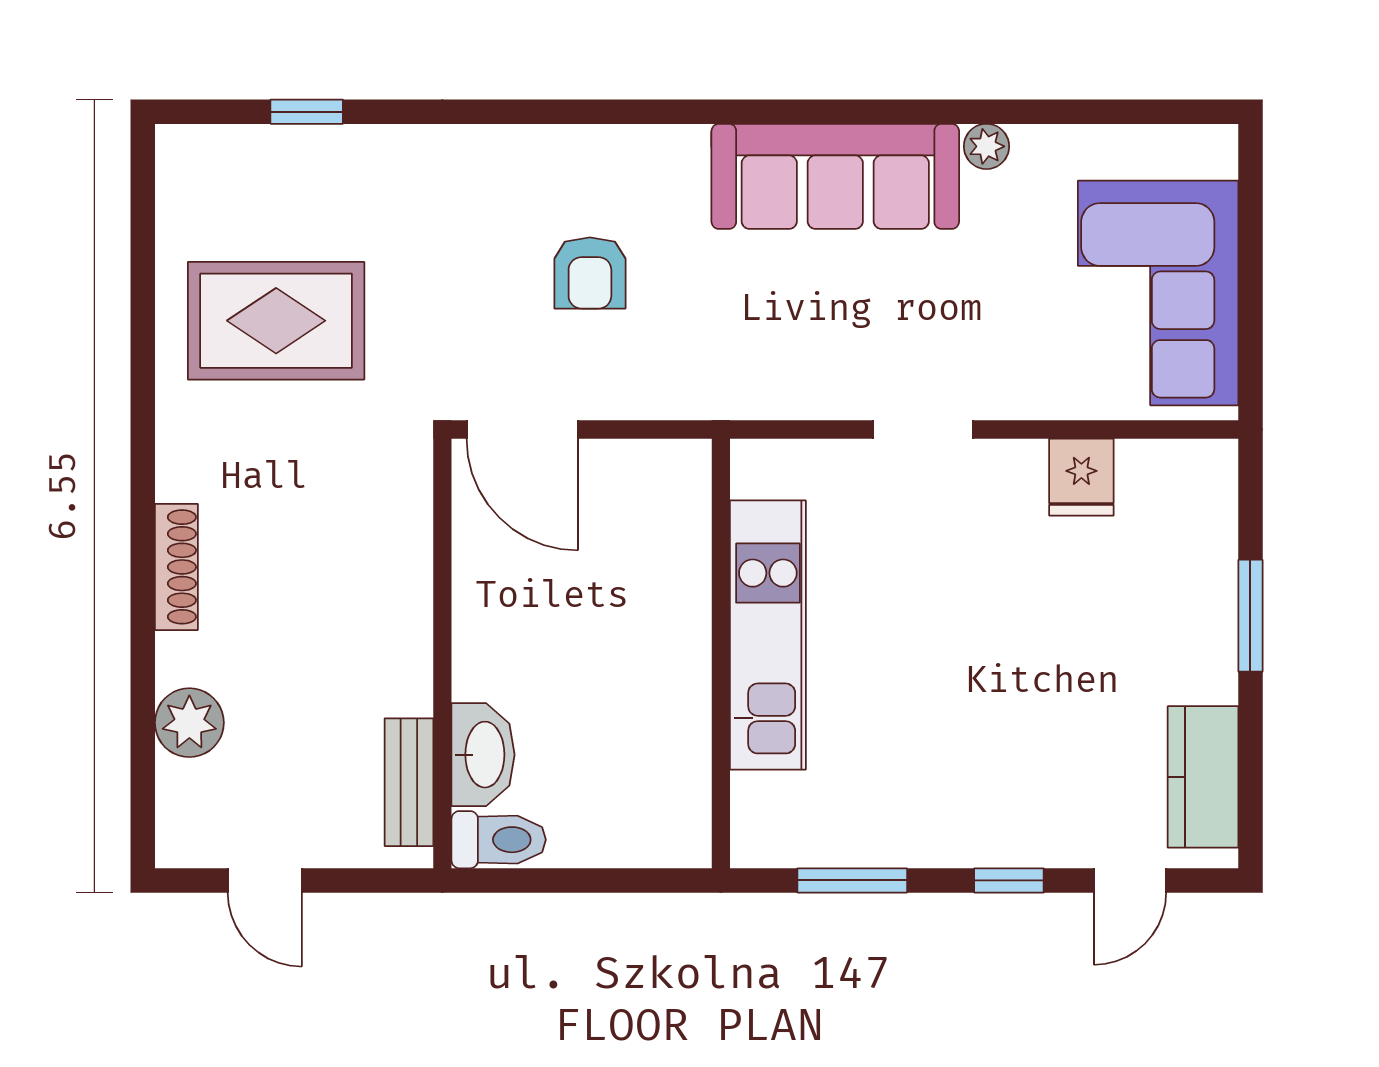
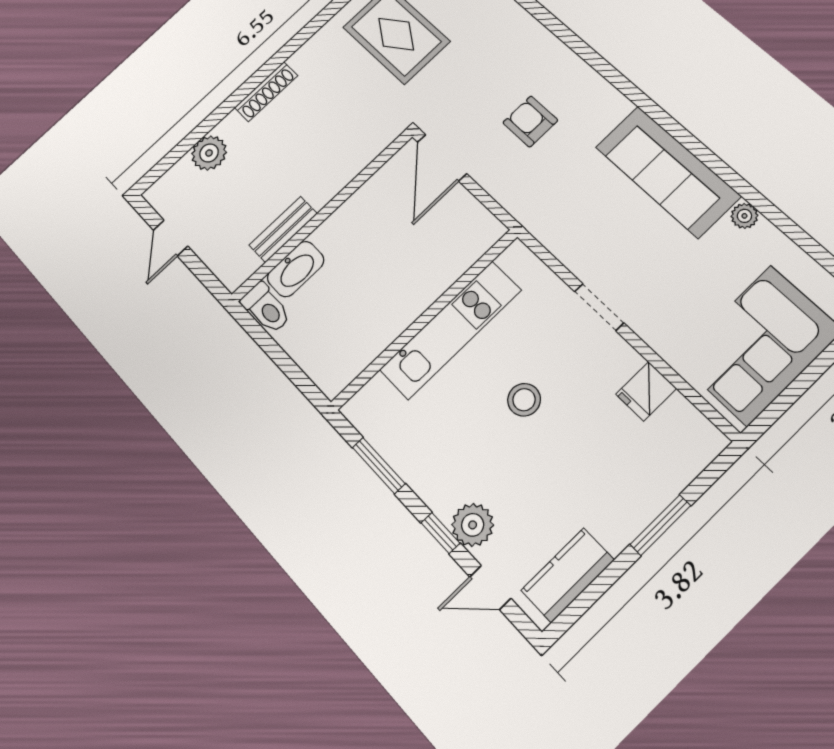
armchair: (590, 273) -> (530, 121), turned 90
stool: (947, 629) -> (524, 400), added
bench: (409, 782) -> (283, 229), moved
plant: (1037, 833) -> (473, 525), added

